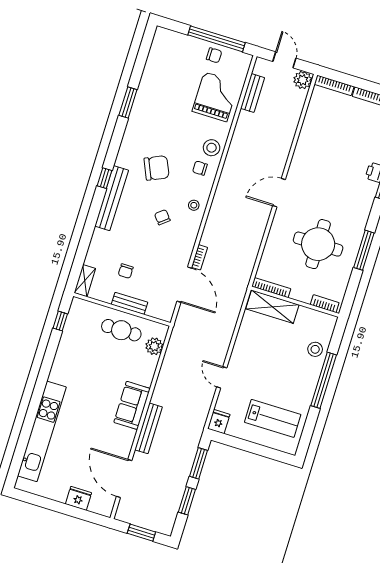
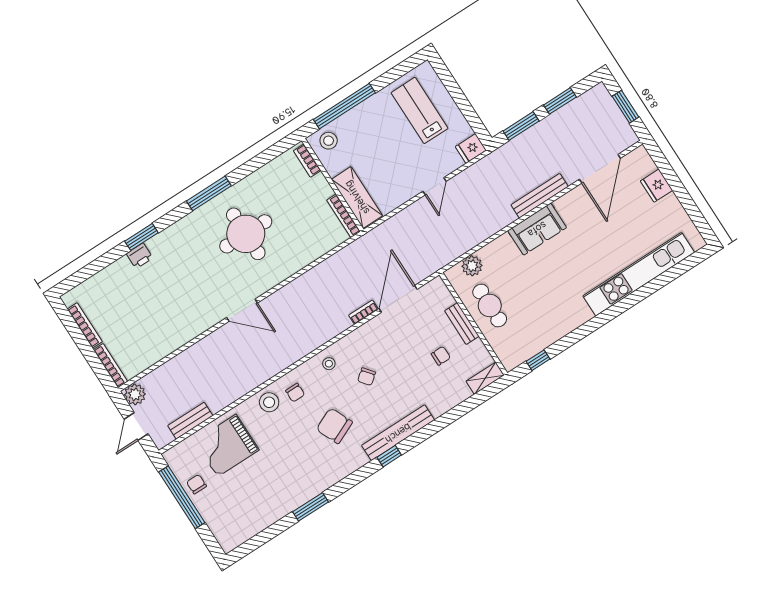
bookcase: (271, 288) -> (343, 216), moved
wall: (295, 302) -> (333, 185), moved
bookcase: (325, 304) -> (307, 161), moved
shelving: (272, 307) -> (357, 197), moved

